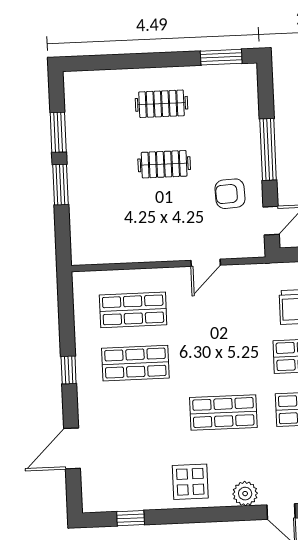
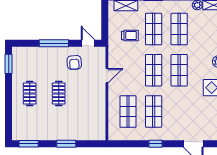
window: (58, 132) -> (29, 144), moved
door: (206, 263) -> (107, 76), hinge flipped
shop shelf: (221, 359) -> (154, 70), added

